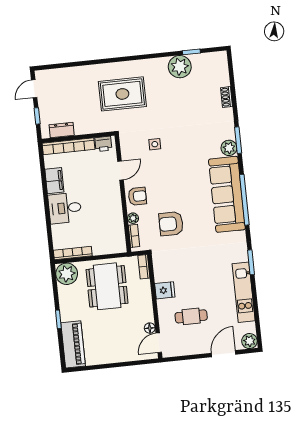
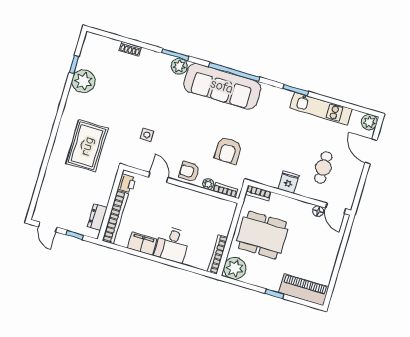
armchair: (137, 196) -> (189, 172), turned -90

